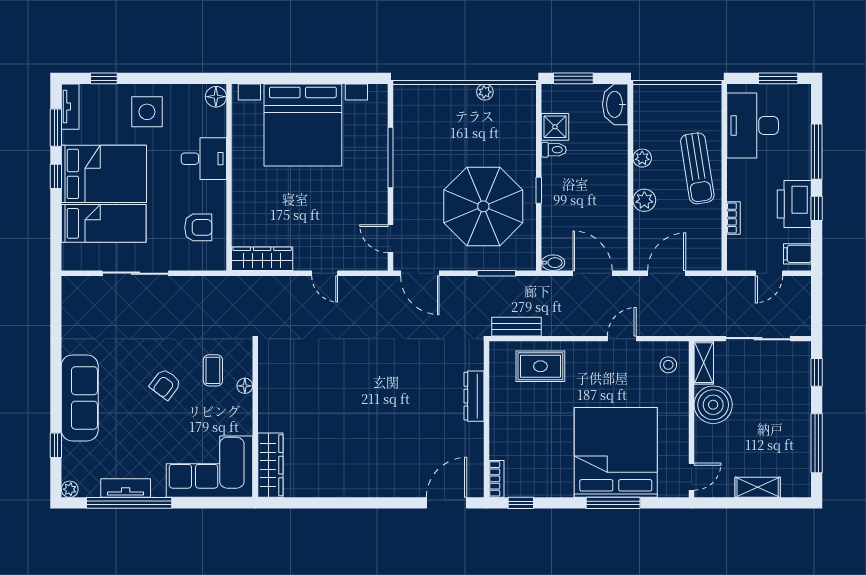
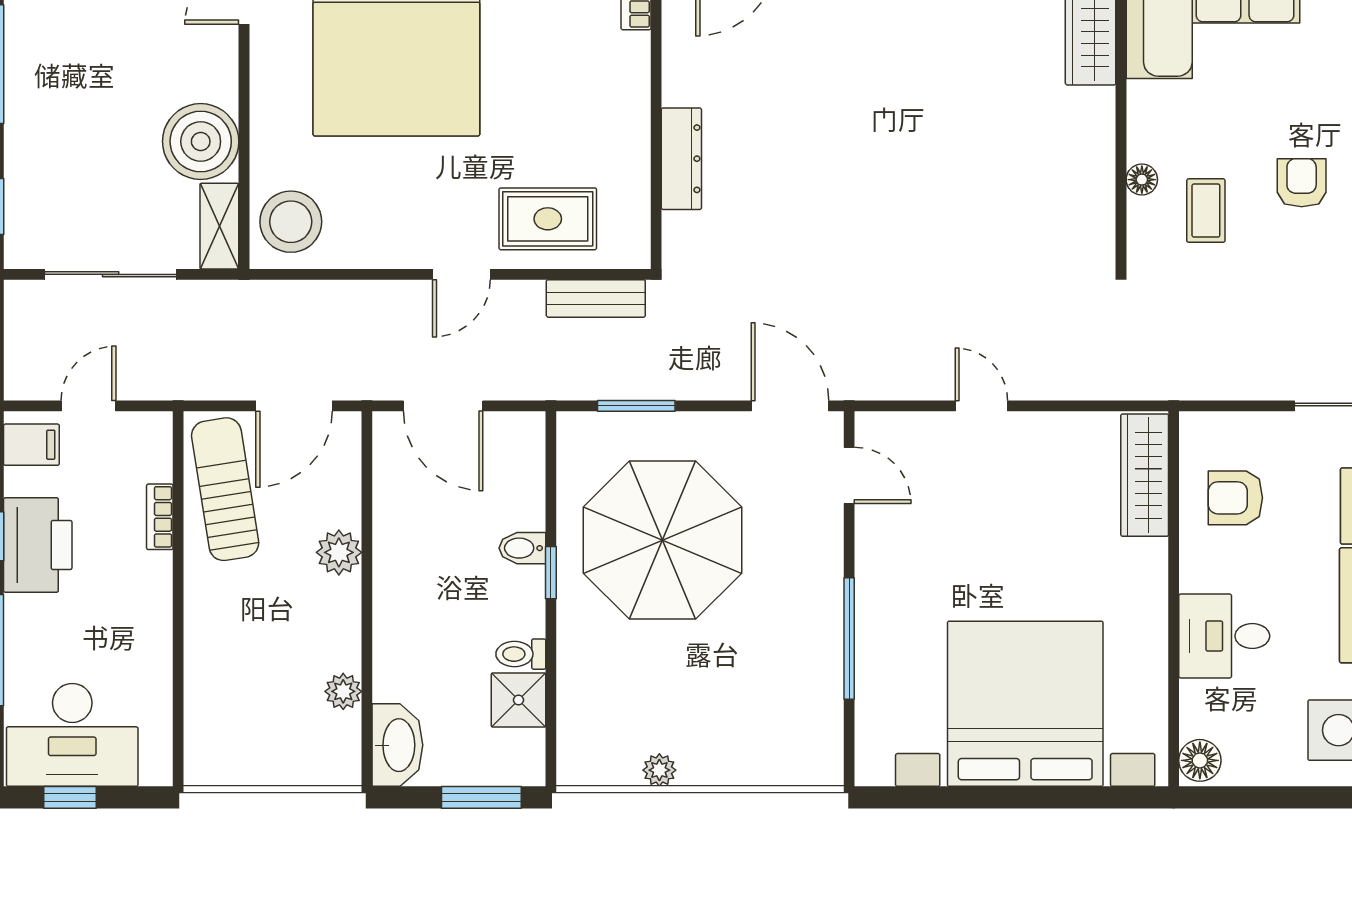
window: (778, 78) -> (70, 797), width x0.67
desk: (753, 125) -> (72, 735), moved, turned 90
plant: (642, 158) -> (343, 691), moved
sun lounger: (697, 168) -> (225, 489), moved
wardrobe: (262, 259) -> (1145, 475), moved, turned 90
bidet: (553, 263) -> (522, 548), moved
door: (622, 339) -> (461, 274), moved
stool: (668, 365) -> (291, 222), width x1.89, depth x1.89
armchair: (165, 384) -> (1302, 183), turned -37

